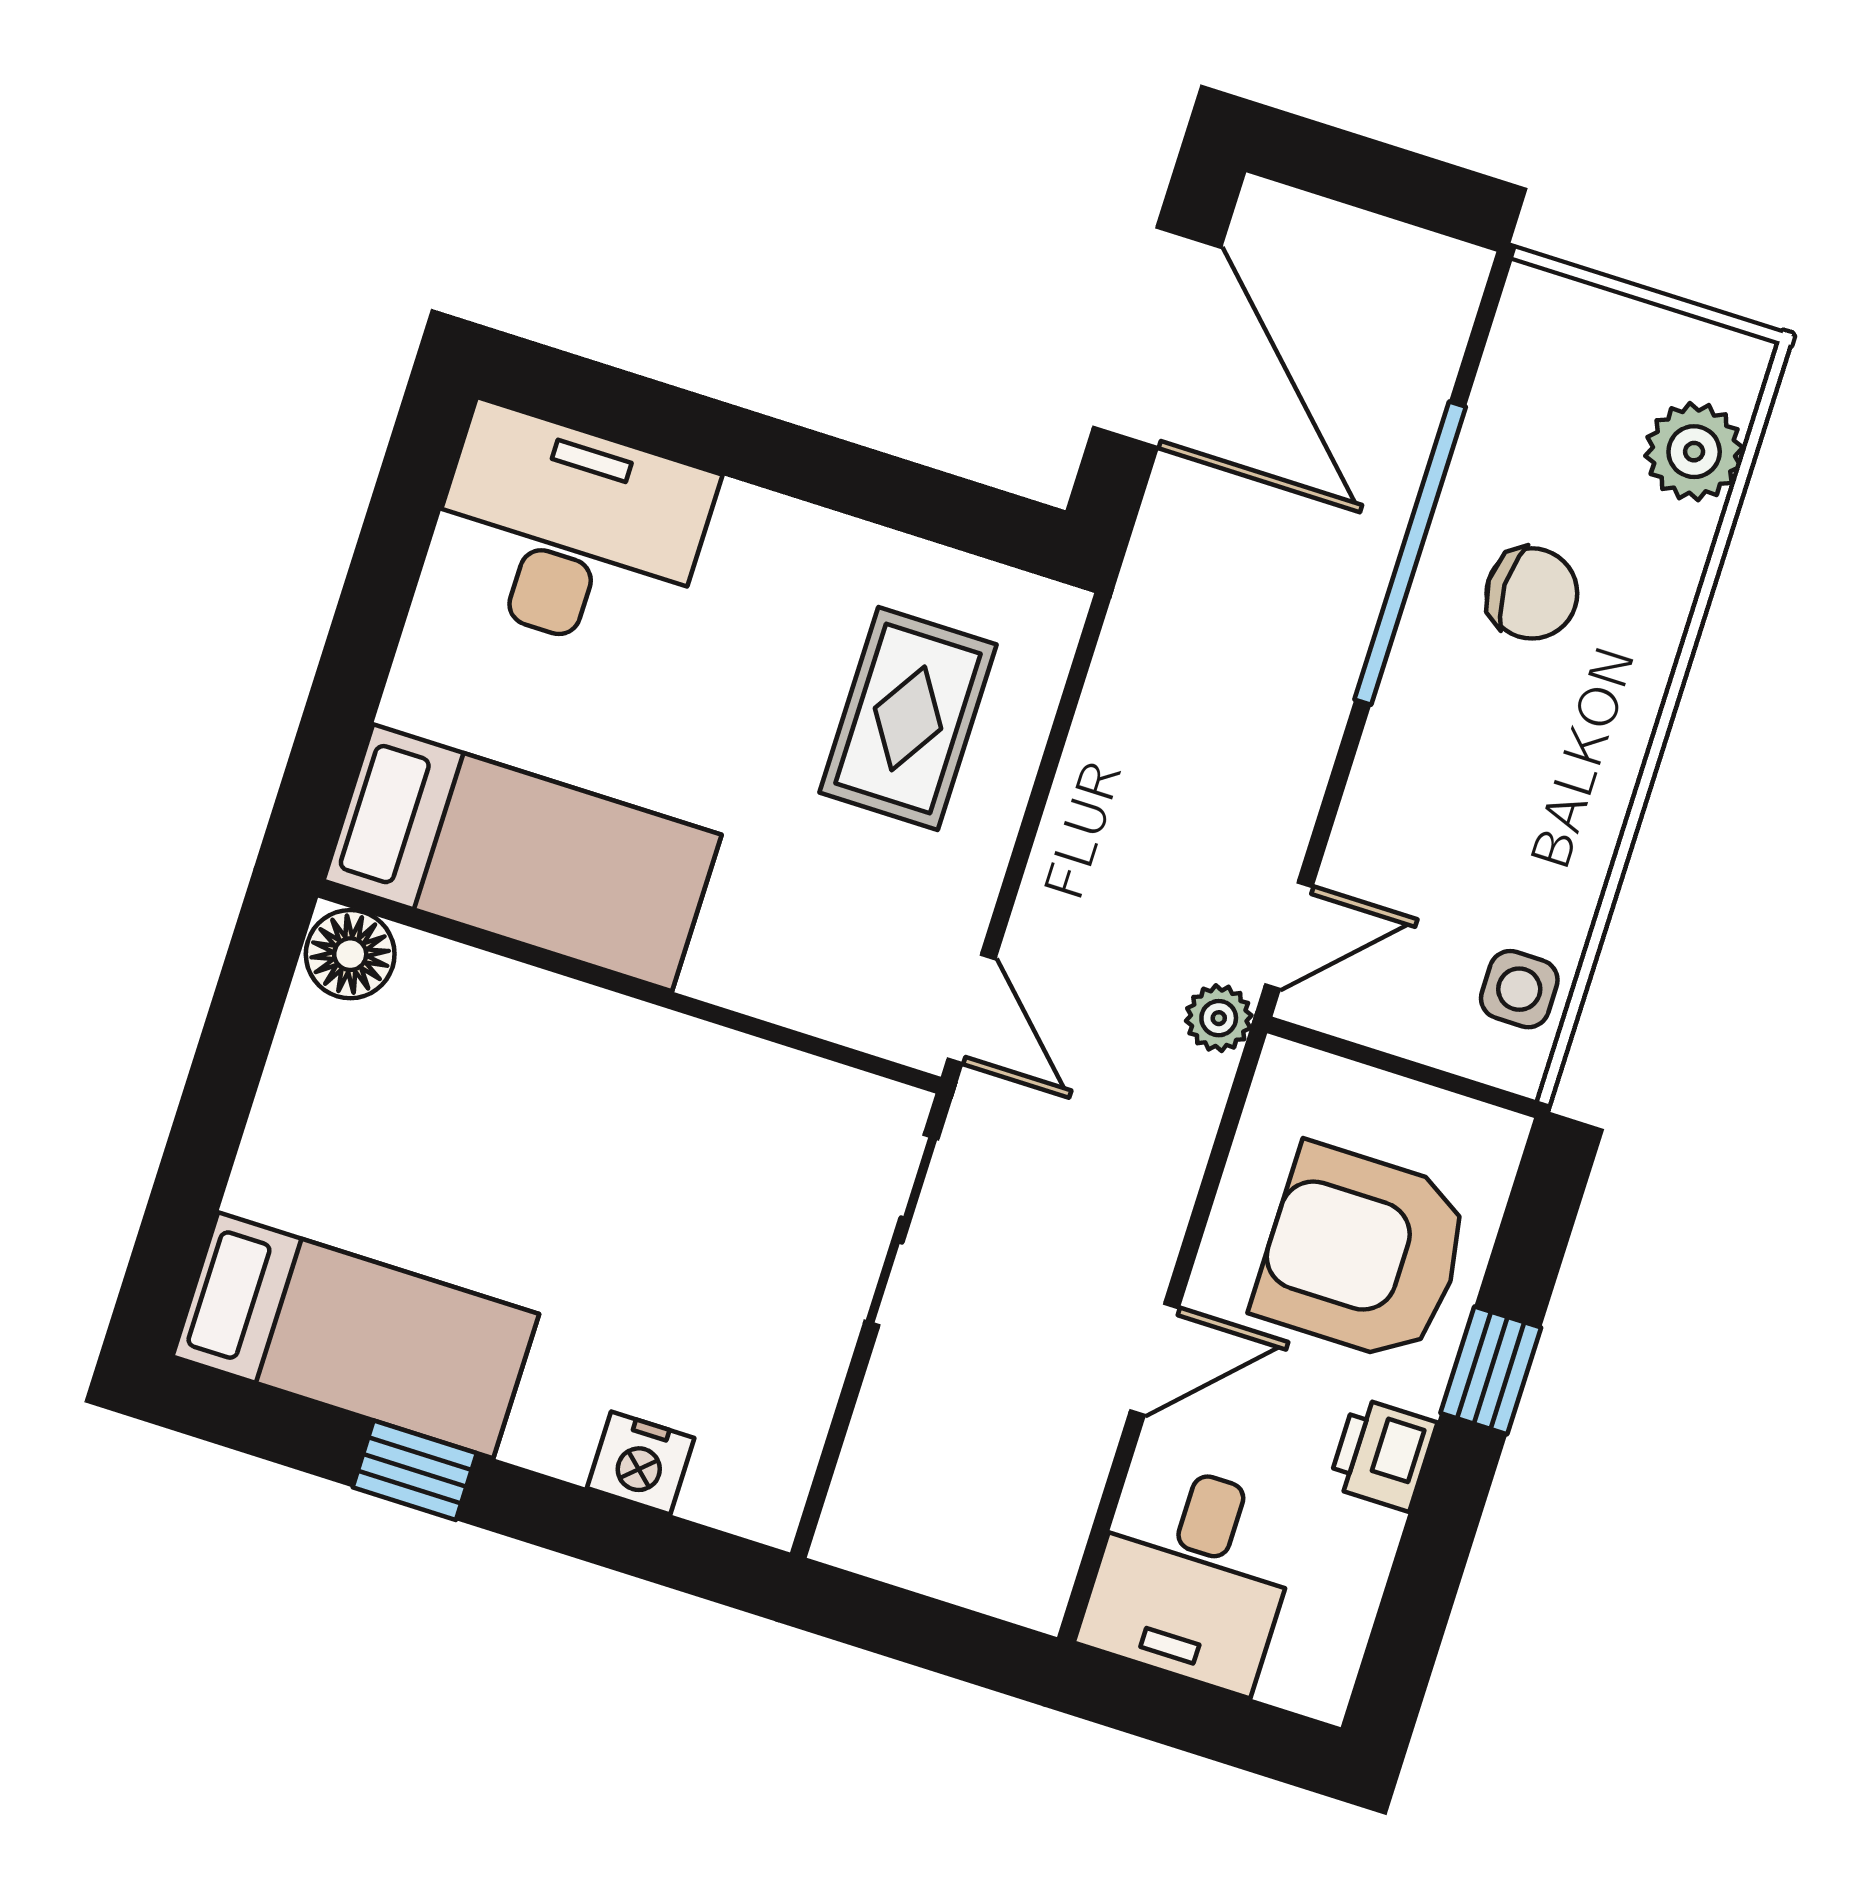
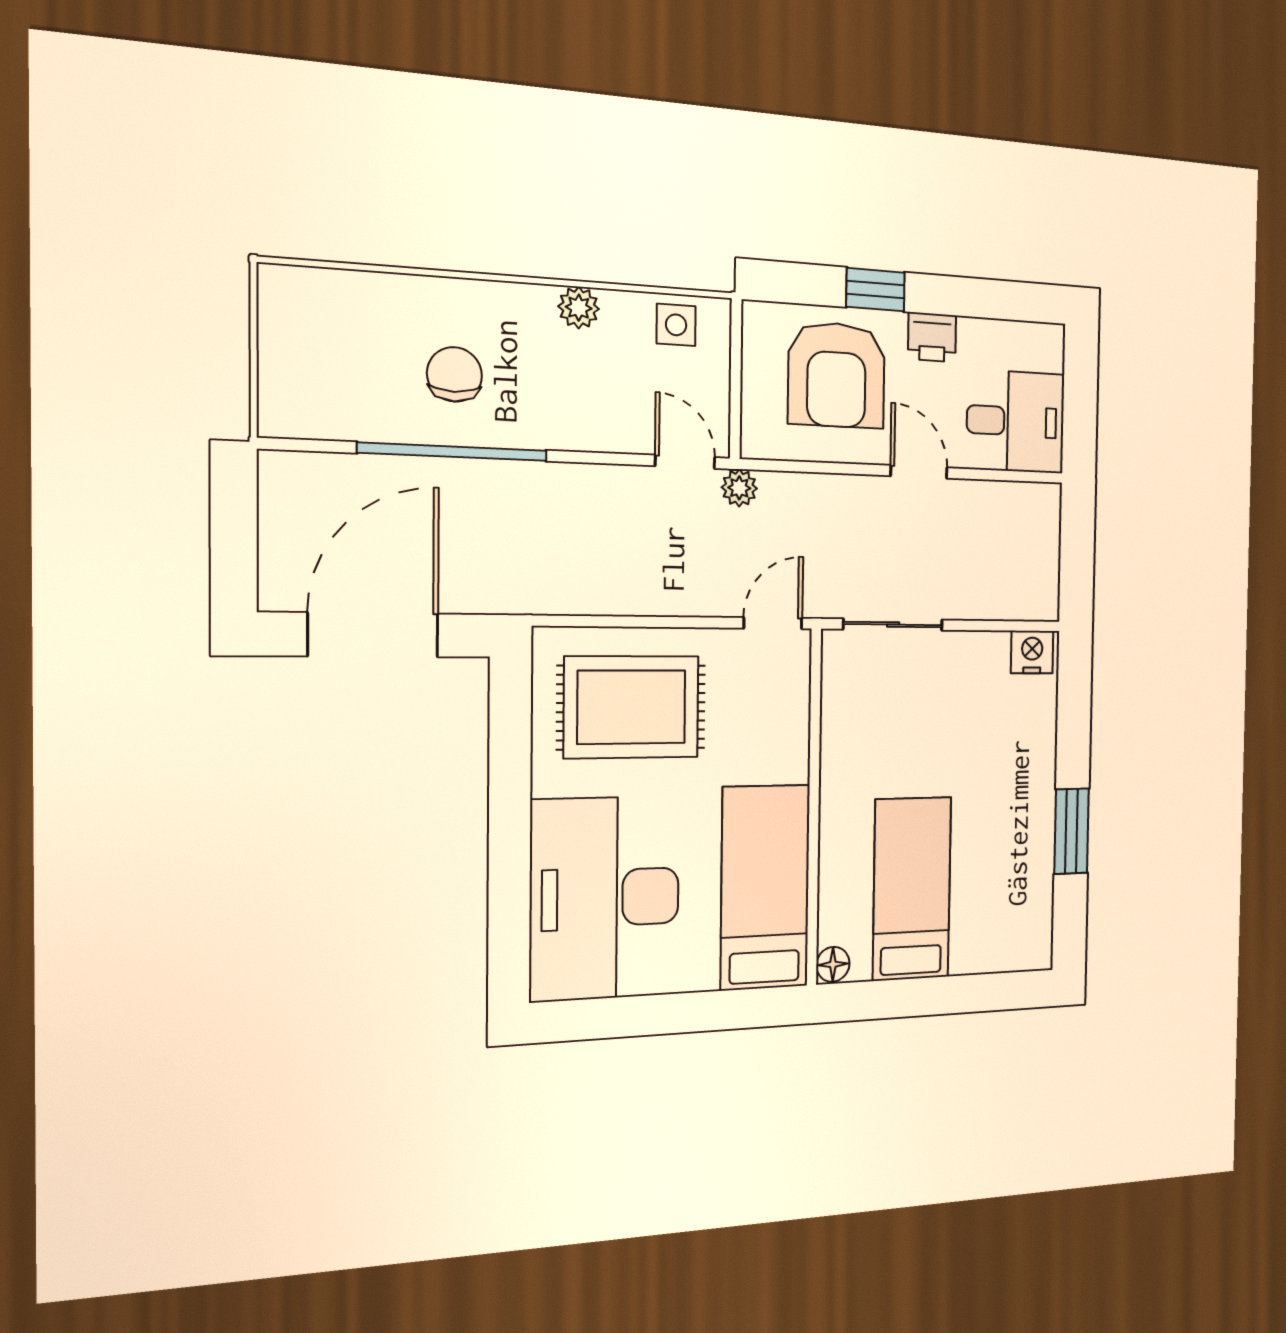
plant: (1694, 452) -> (579, 308), moved, width x0.73, depth x0.73
desk: (569, 532) -> (605, 898), width x1.36, depth x1.30
rug: (908, 718) -> (632, 707), width x1.36, depth x1.43
floor lamp: (350, 954) -> (833, 964), width x0.73, depth x0.73
bed: (356, 1335) -> (912, 889), moved
nightstand: (641, 1463) -> (1032, 652), moved, turned -90
window: (415, 1470) -> (1072, 831), width x1.50

